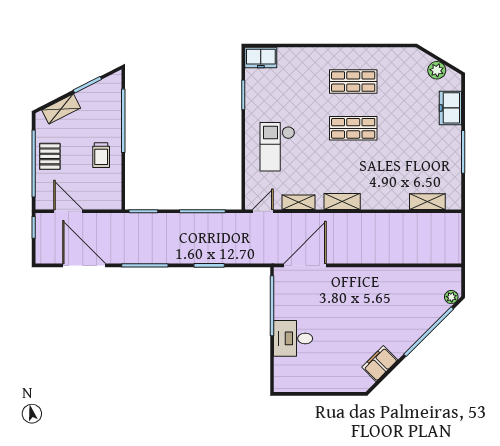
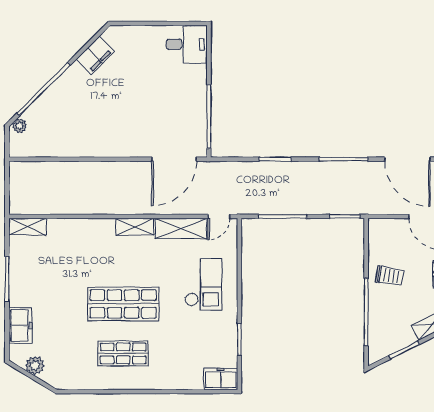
shop shelf: (353, 128) -> (123, 304), width x1.43, depth x1.36
trolley: (101, 155) -> (390, 276), turned 99
shelving: (299, 202) -> (181, 229), width x1.50, depth x1.33
shelving: (427, 202) -> (28, 227), moved
desk: (293, 338) -> (187, 44), moved

